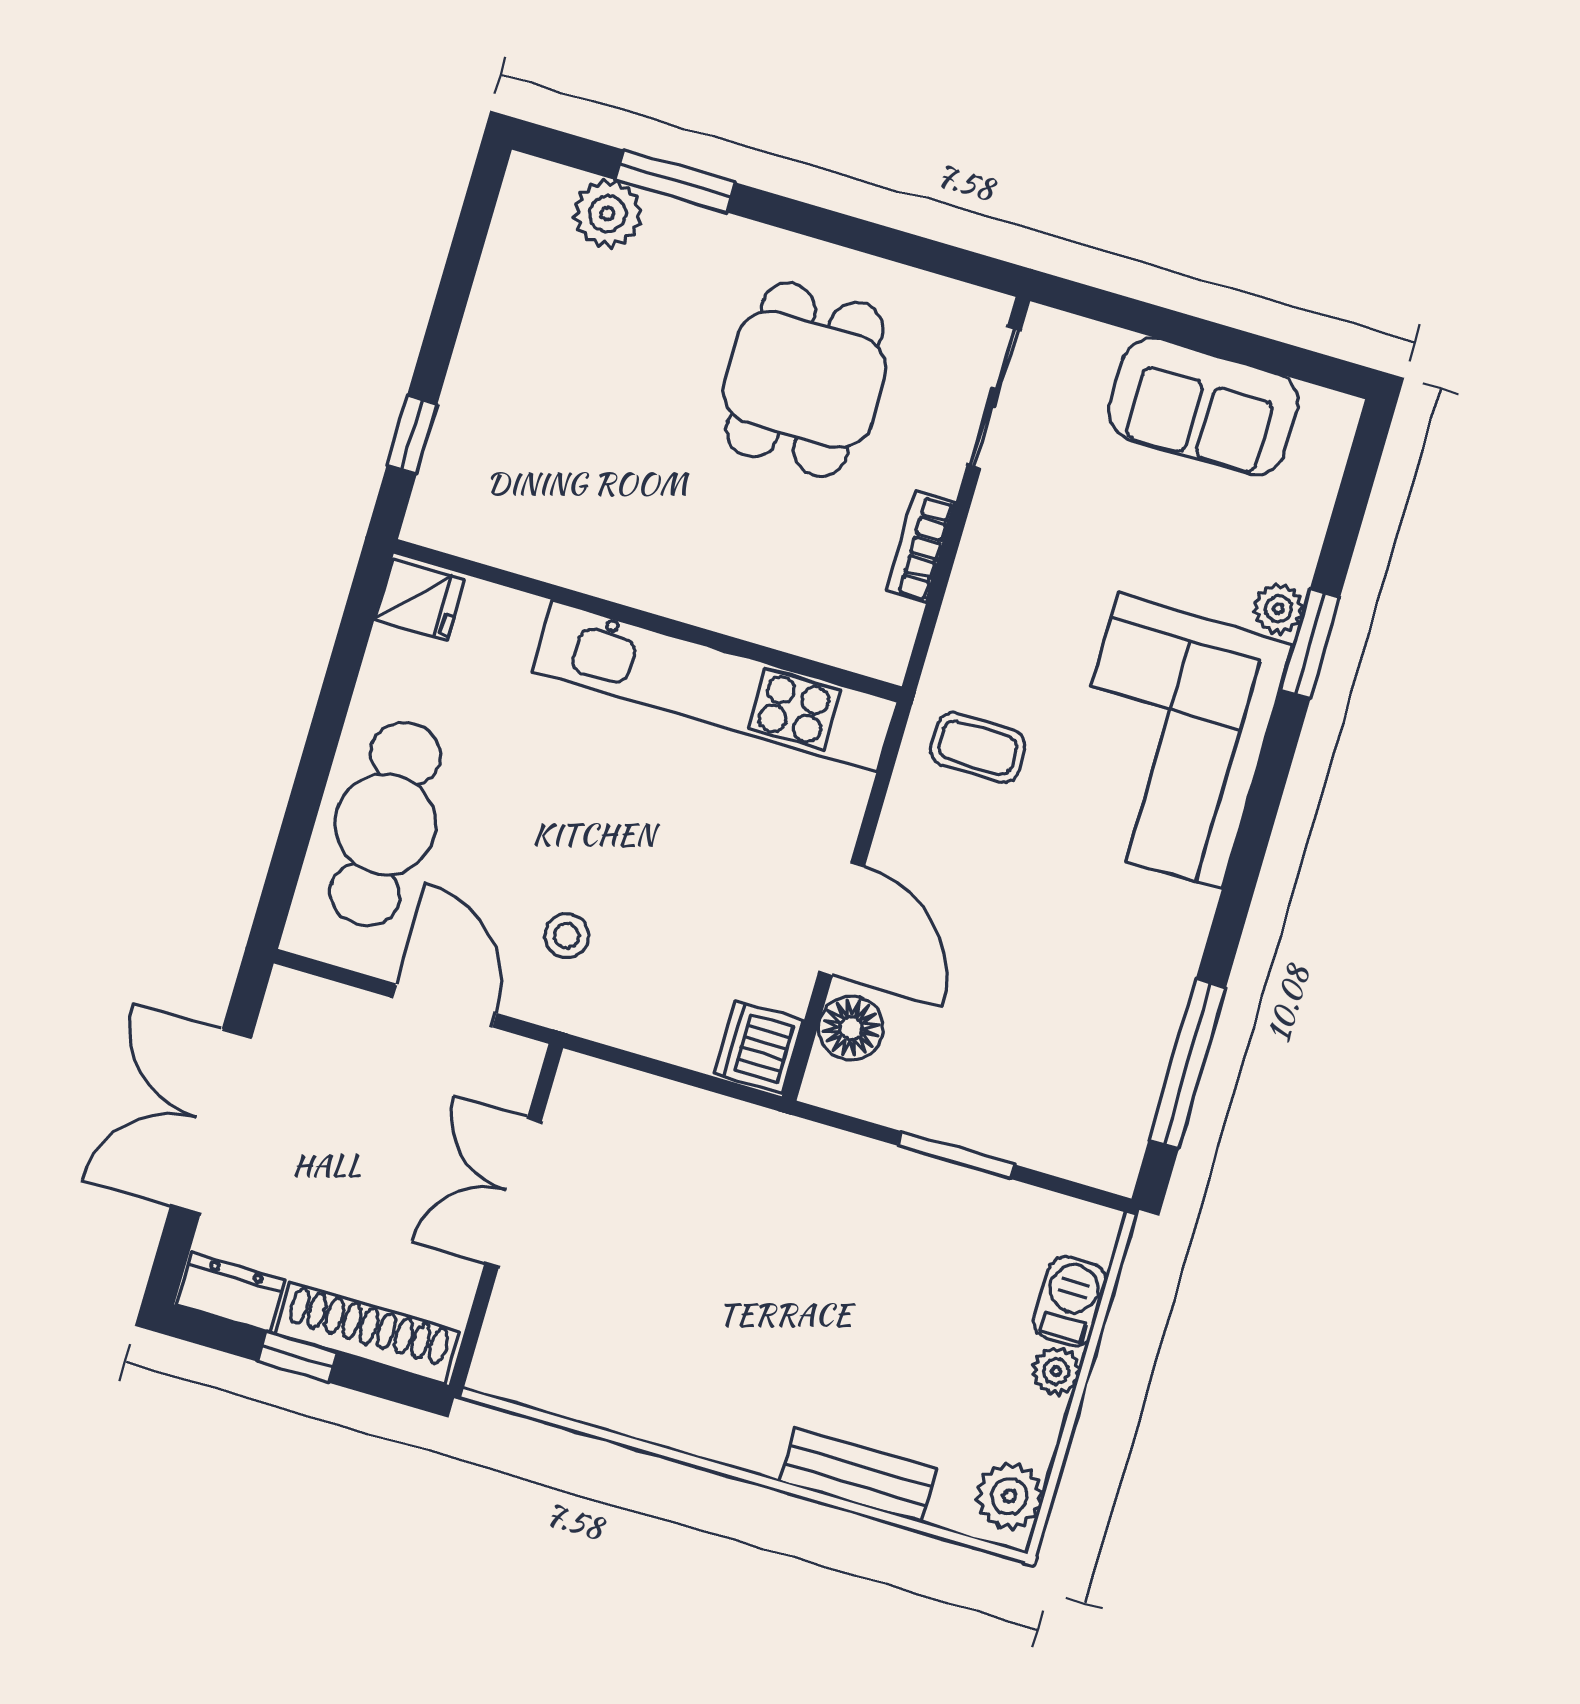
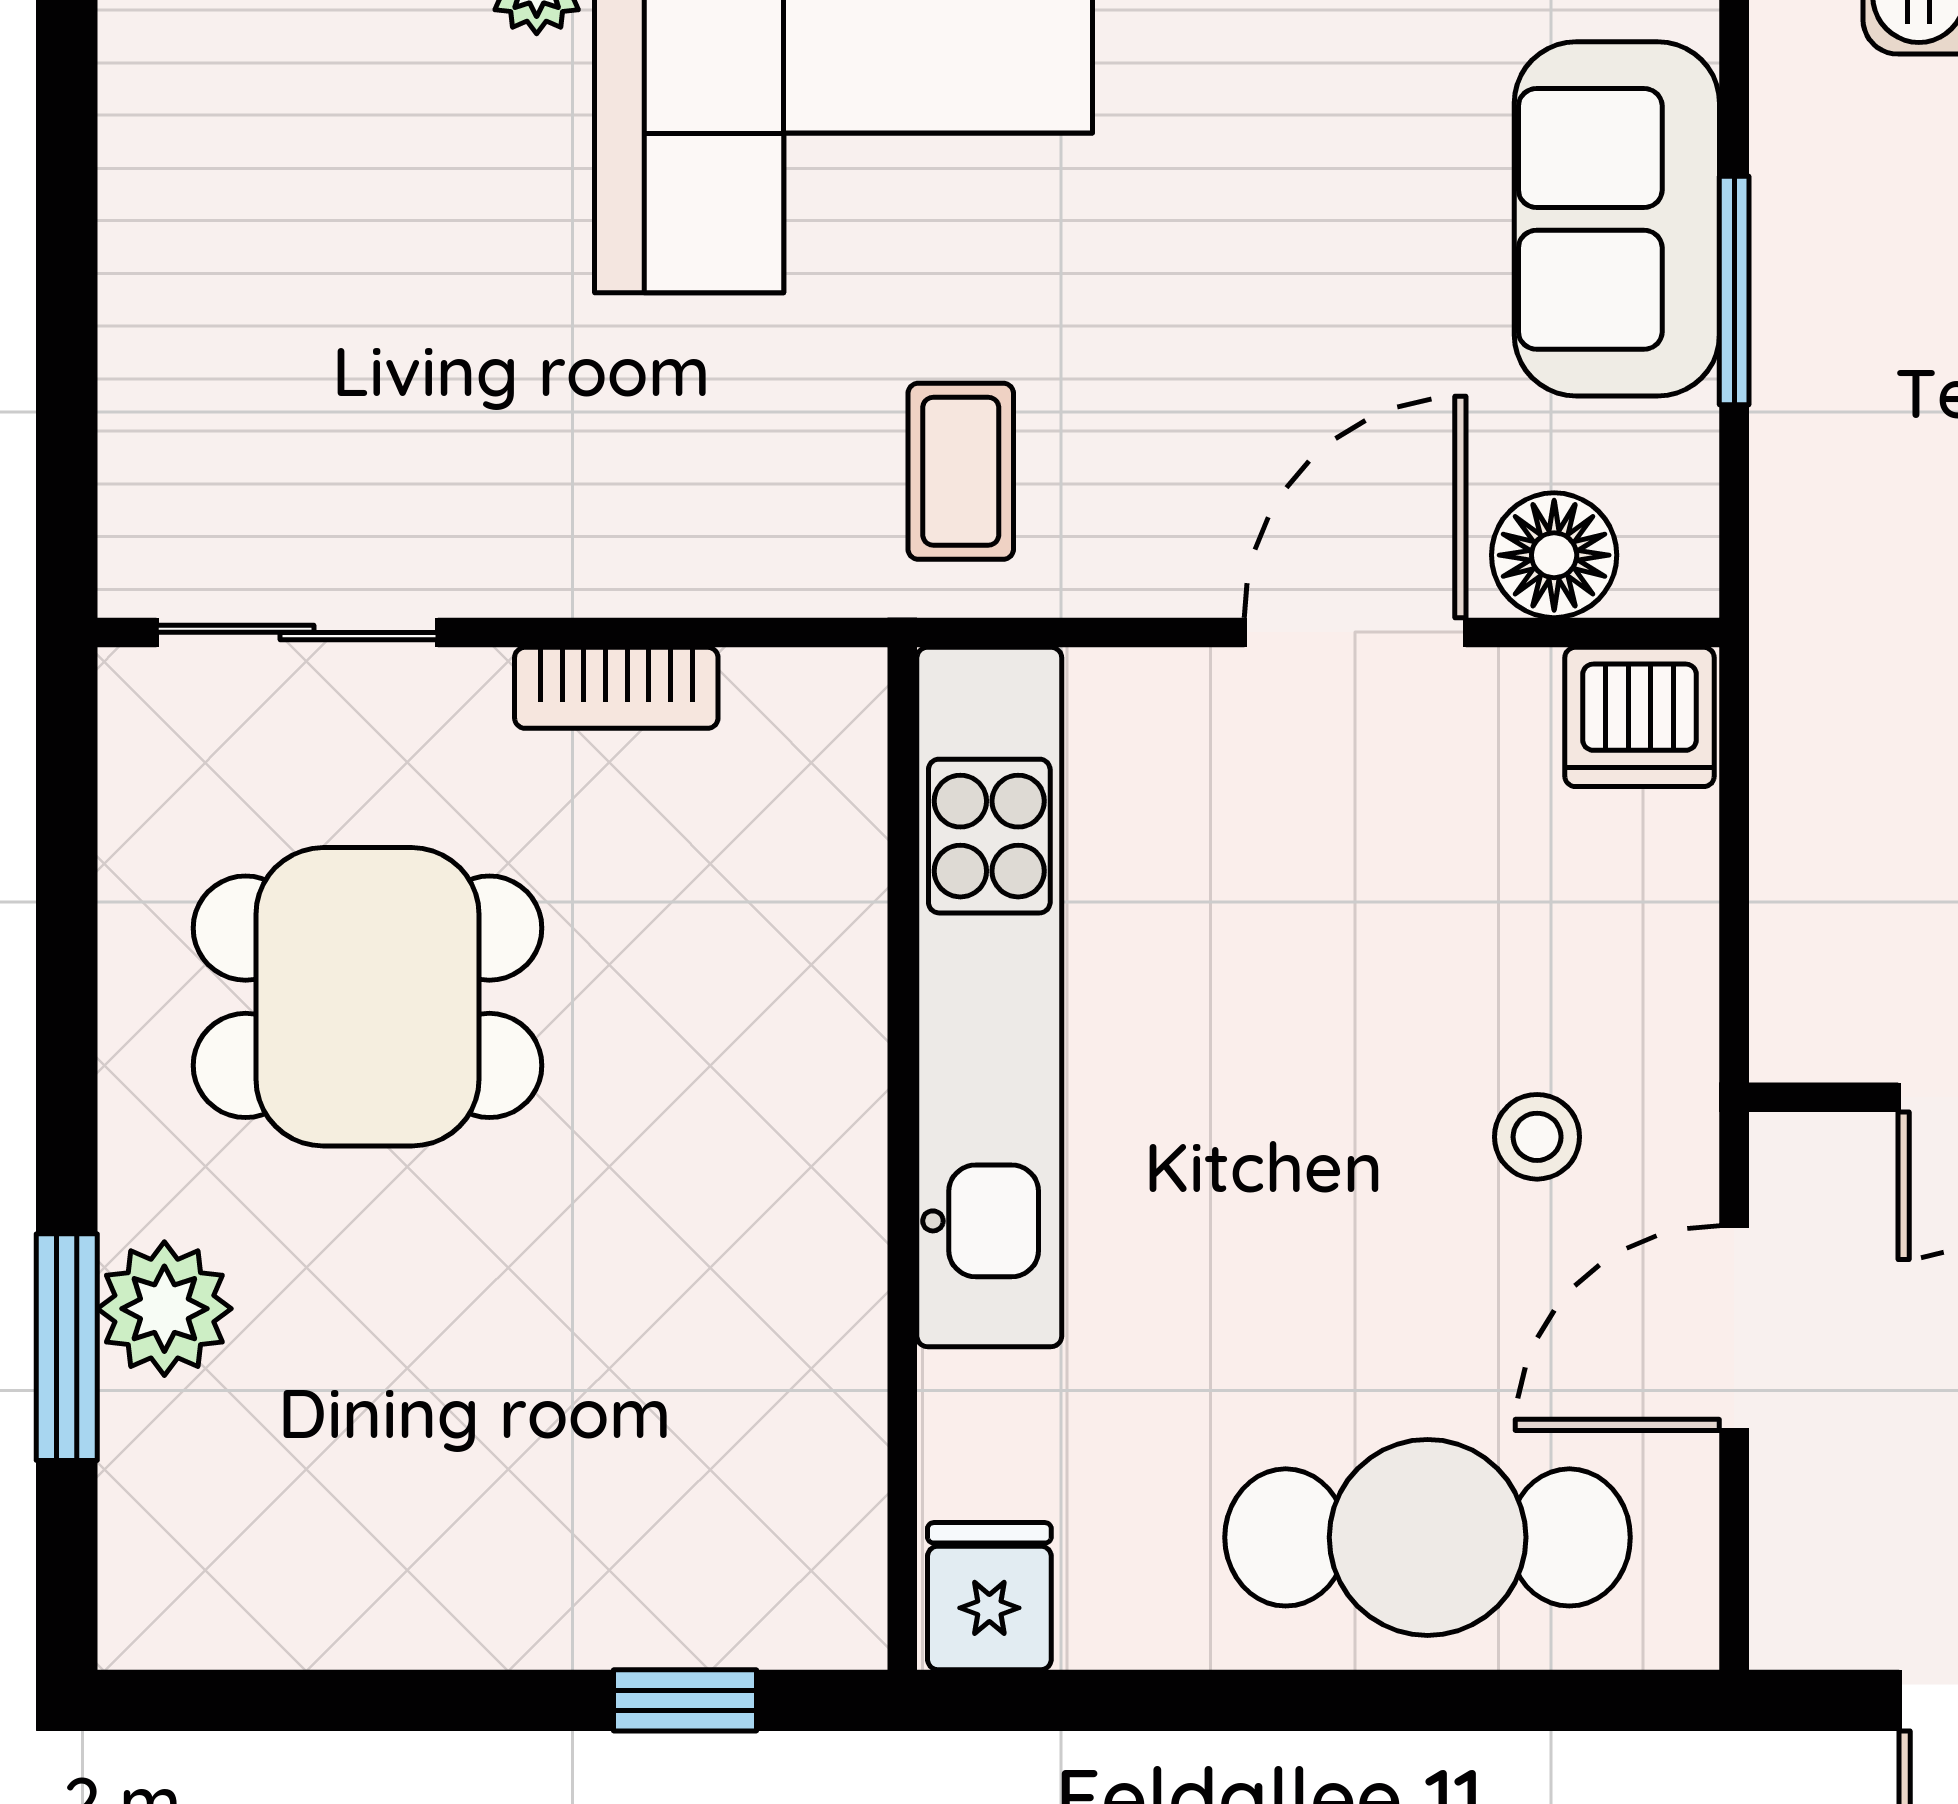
plant: (608, 213) -> (164, 1309), moved
sofa: (1203, 407) -> (1617, 219), moved, turned 180

